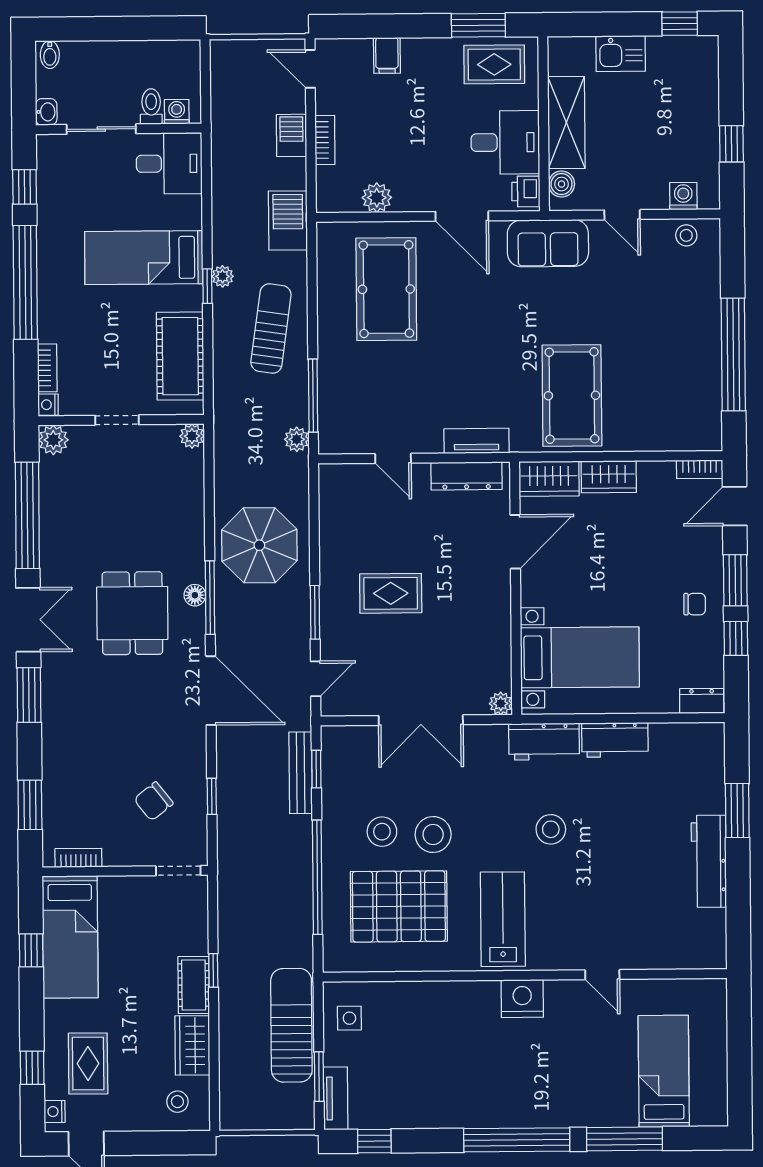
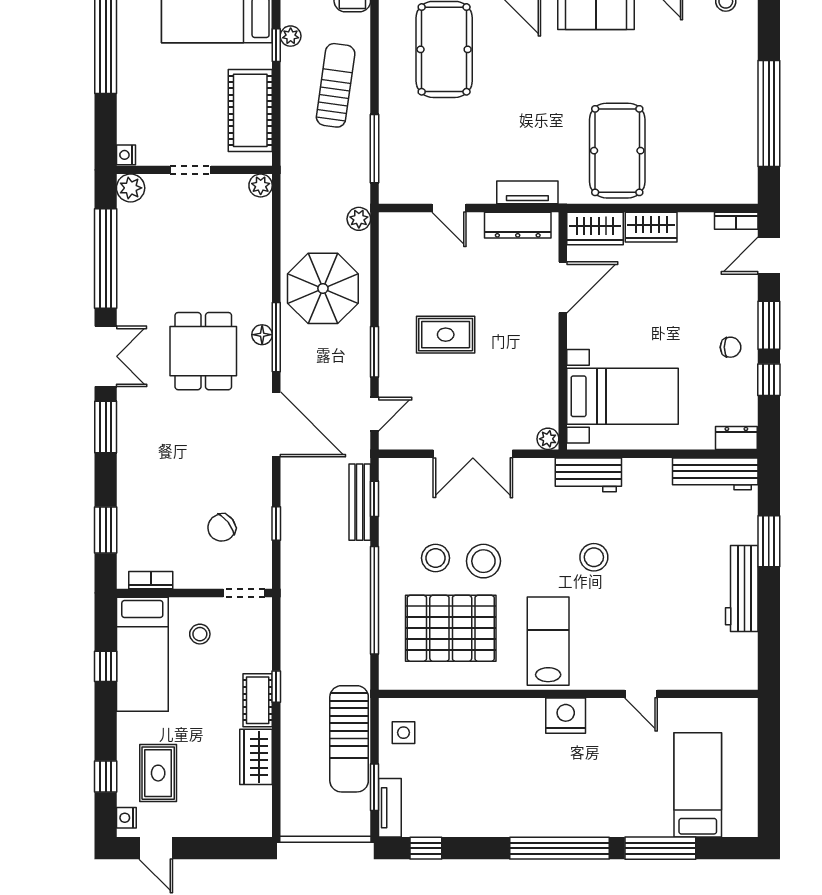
bookcase: (47, 368) -> (126, 120), removed
plant: (297, 439) -> (359, 219), moved
workbench: (615, 740) -> (715, 474), moved, width x1.38
sun lounger: (291, 1025) -> (349, 739), turned 180
stool: (177, 1102) -> (200, 634), moved

